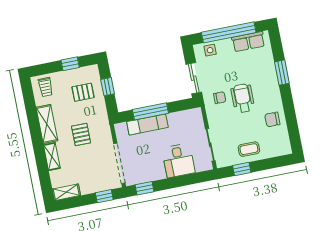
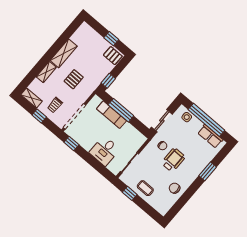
trolley: (46, 87) -> (55, 105), moved
window: (108, 87) -> (108, 81), moved
pallet: (83, 92) -> (113, 56), moved
window: (104, 196) -> (39, 116), moved

